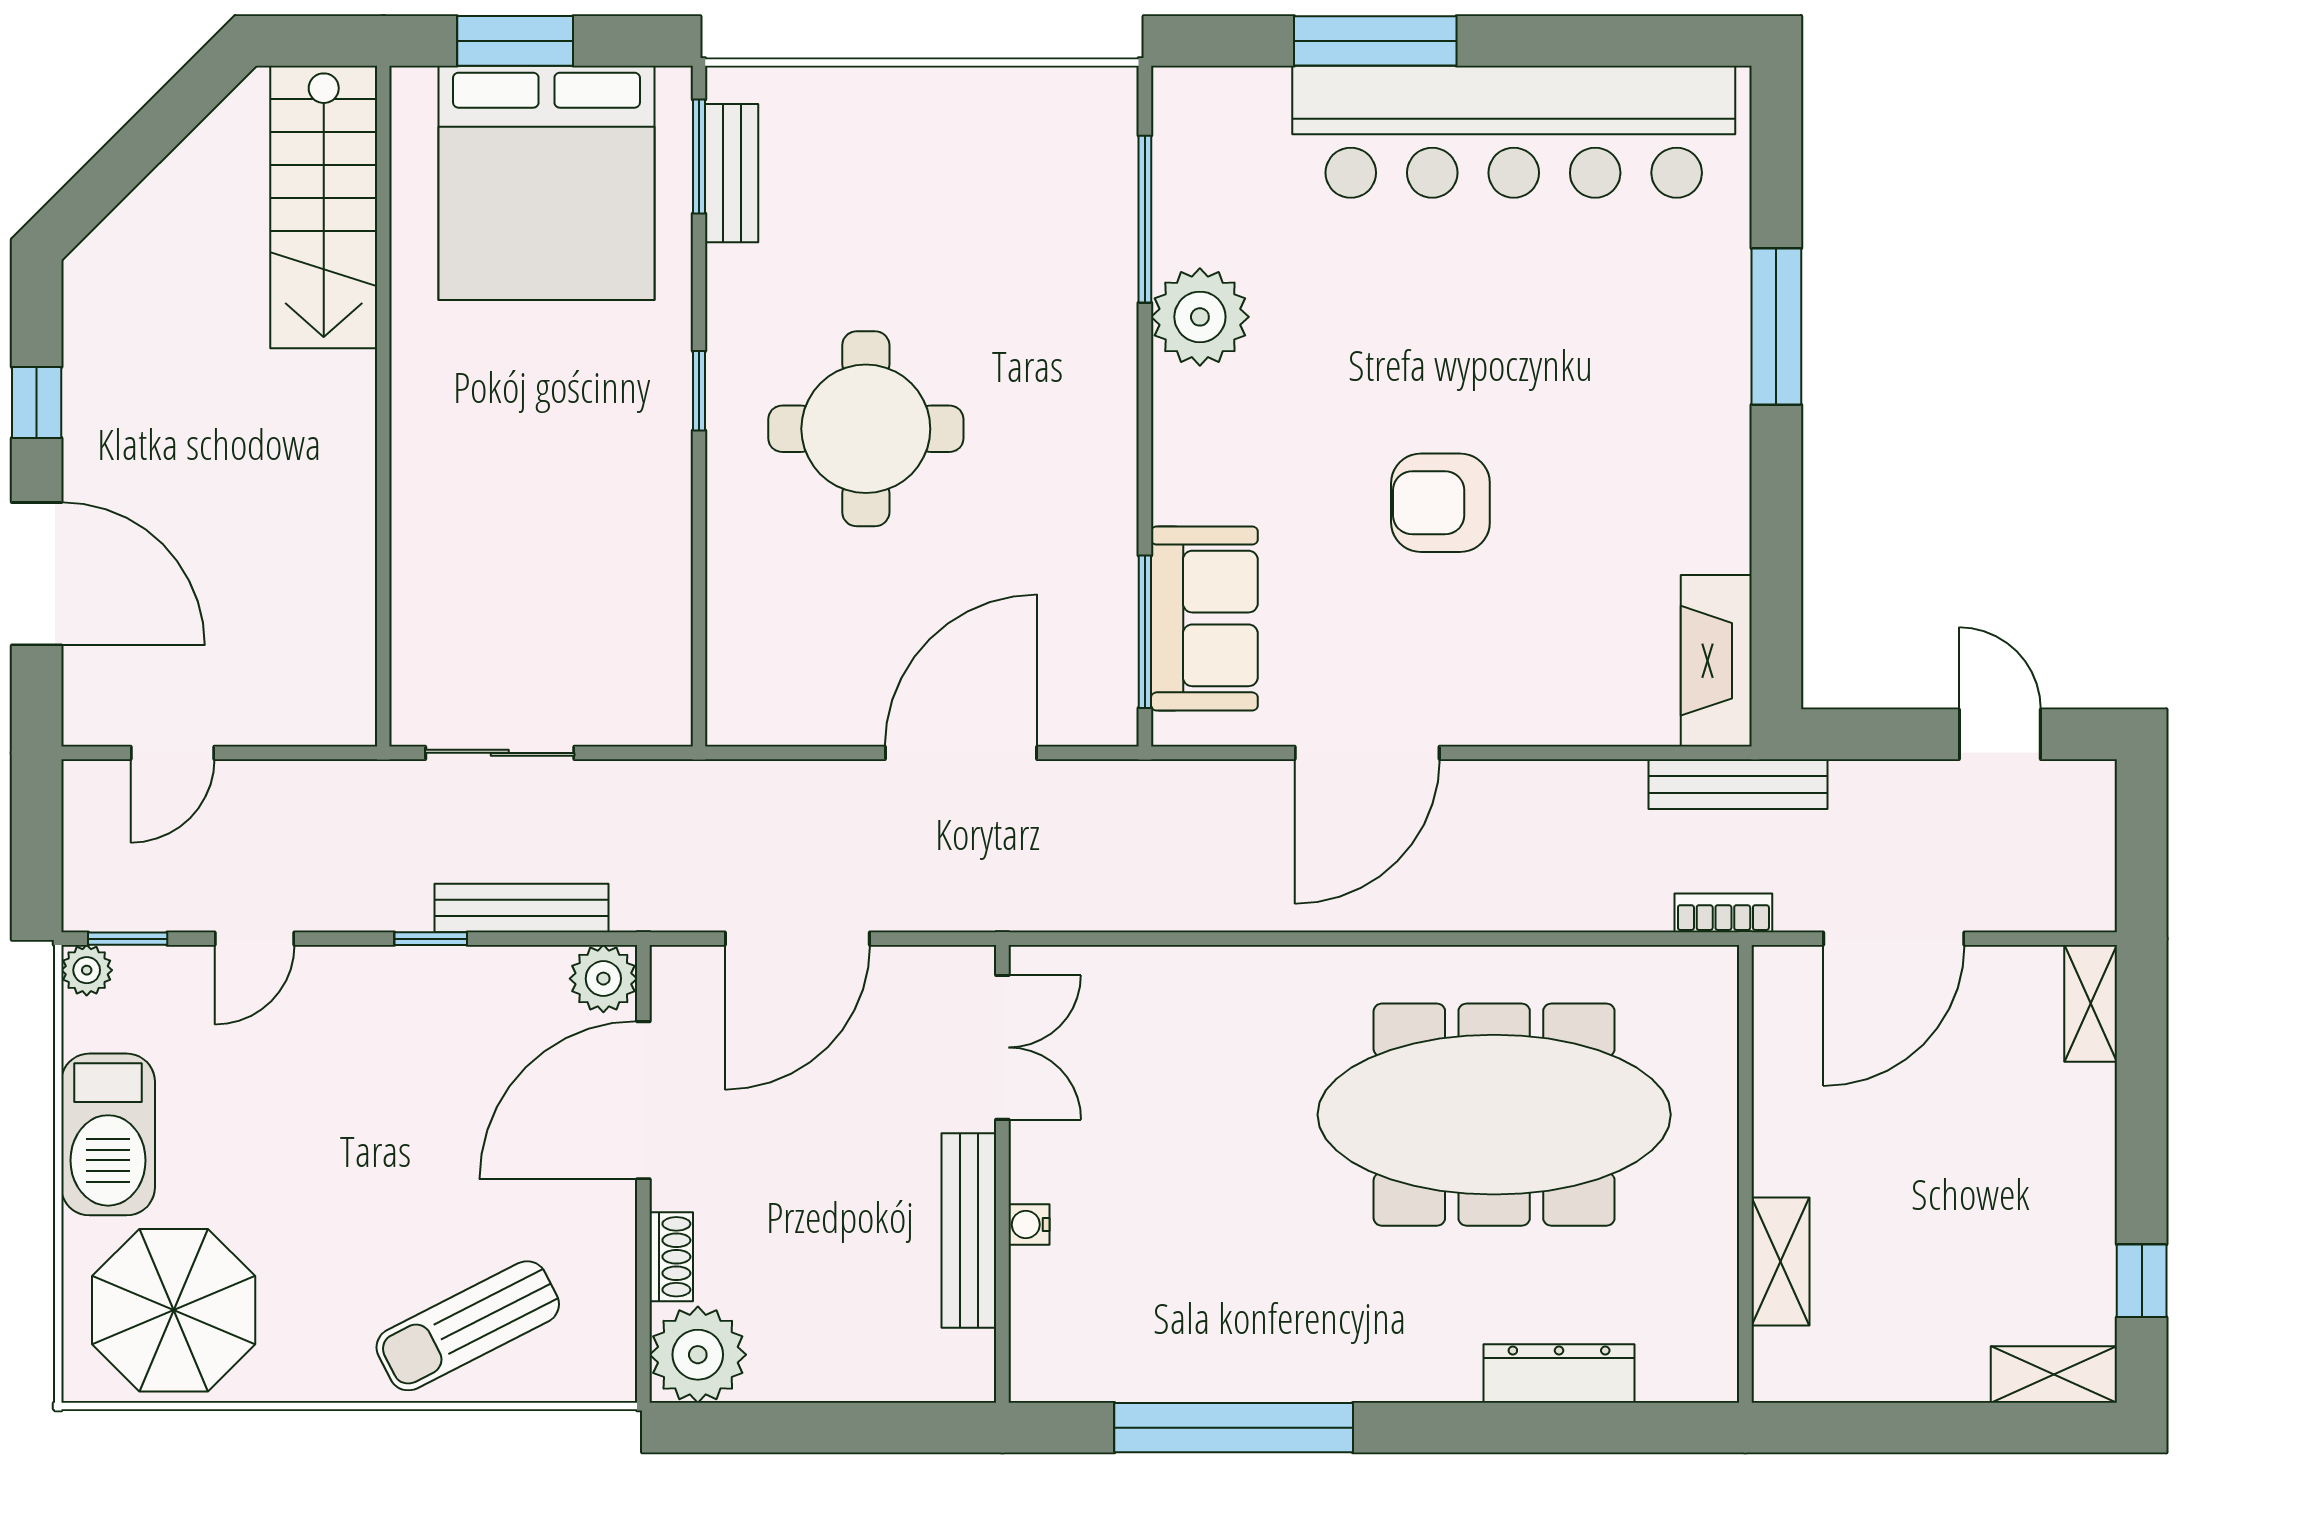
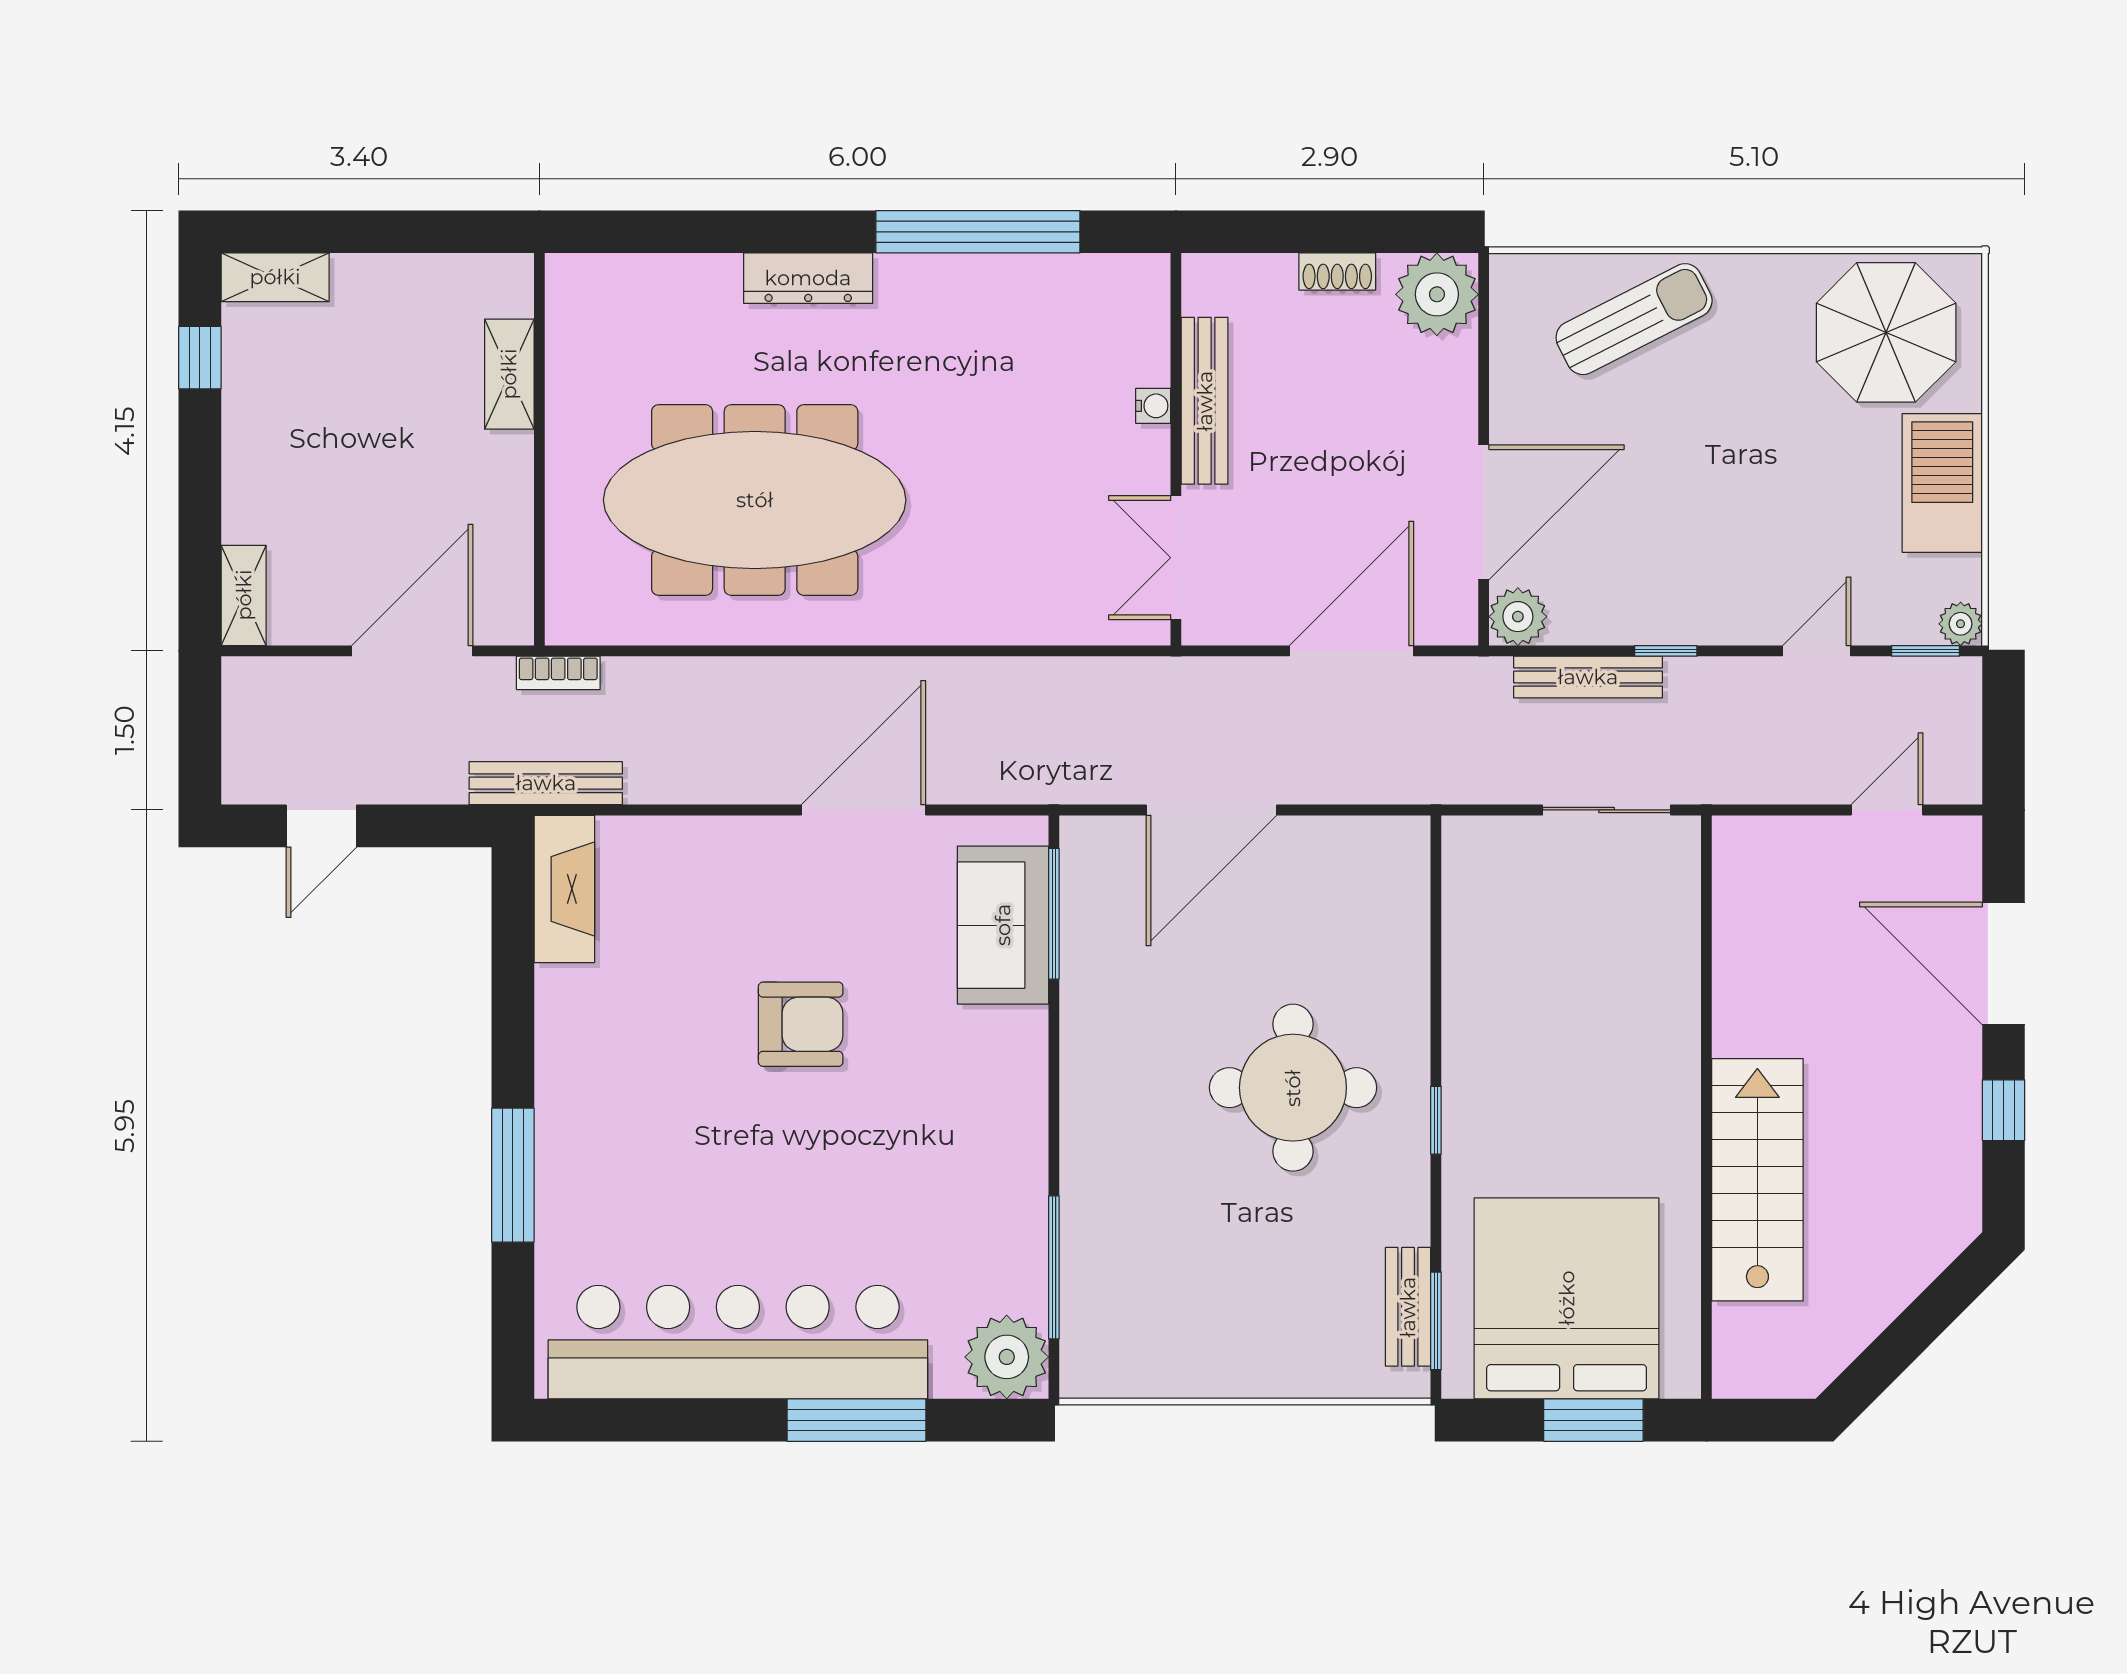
stairs: (324, 207) -> (1757, 1180), moved
plant: (1200, 317) -> (1007, 1357), moved
door: (2000, 734) -> (321, 826), hinge flipped
shoe rack: (671, 1257) -> (1337, 272), moved, turned -90
dresser: (1559, 1373) -> (808, 278), moved

